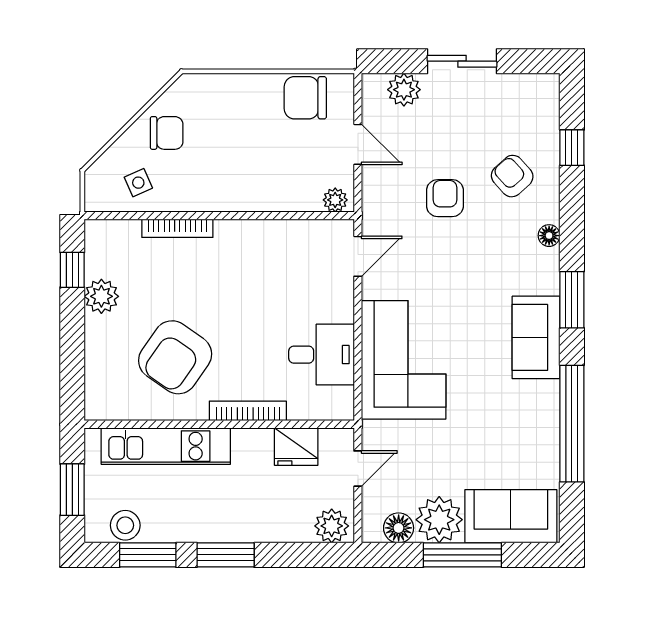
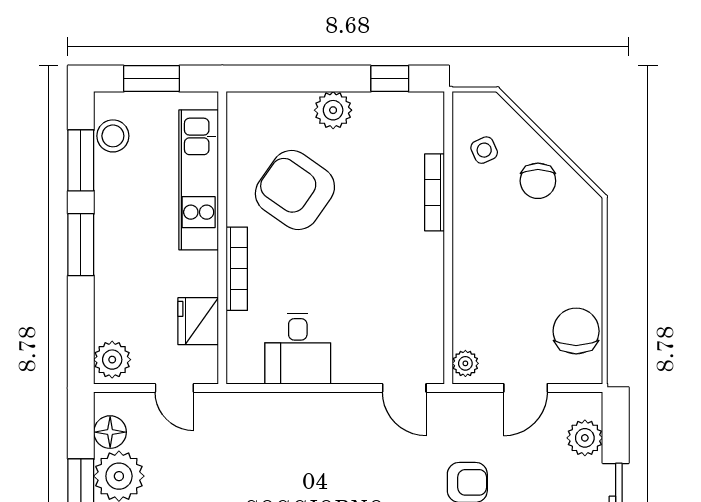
plant: (101, 296) -> (333, 110), moved
corner sofa: (404, 360) -> (292, 438), removed

